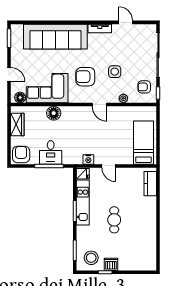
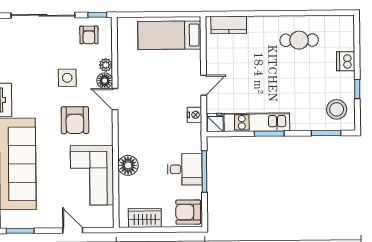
door: (9, 74) -> (73, 230), hinge flipped
floor lamp: (20, 98) -> (105, 81), moved
door: (100, 105) -> (115, 99), swing flipped
cafe table: (114, 220) -> (299, 40), moved
dishwasher: (111, 264) -> (346, 61), moved

